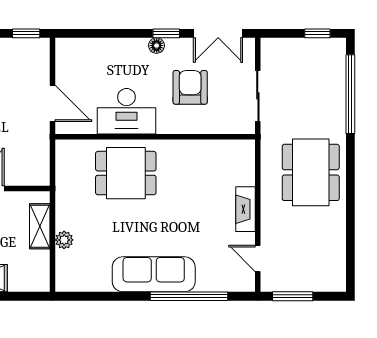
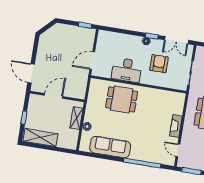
door: (53, 103) -> (92, 61), swing flipped
sofa: (154, 274) -> (110, 147), moved

